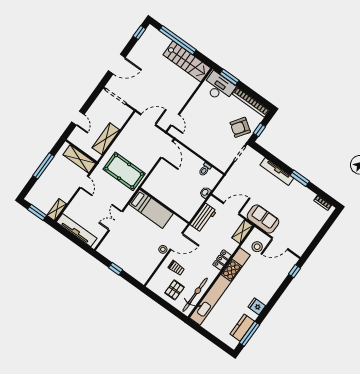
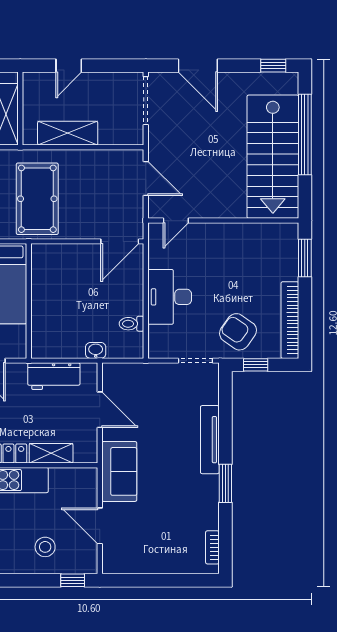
stairs: (187, 61) -> (273, 157), width x1.36, depth x1.51
desk: (219, 87) -> (170, 297), moved, turned 180
shelving: (242, 232) -> (51, 453), moved
stool: (257, 247) -> (45, 547), moved

